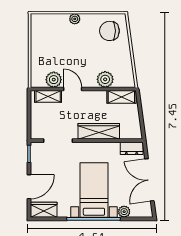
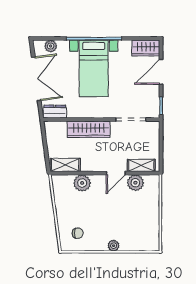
chair: (109, 31) -> (78, 233), width x0.54, depth x0.54
door: (73, 89) -> (116, 173), hinge flipped
plant: (124, 212) -> (51, 46), moved

